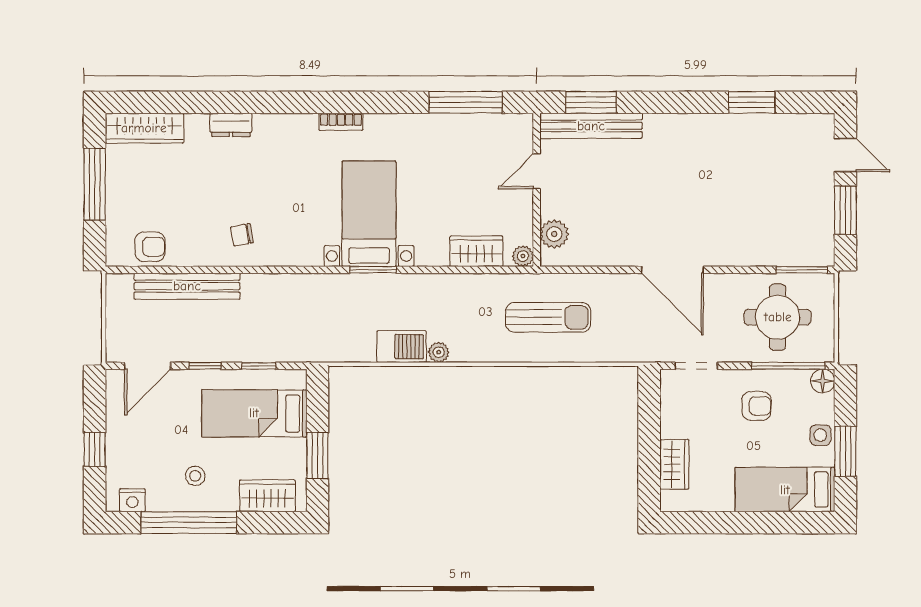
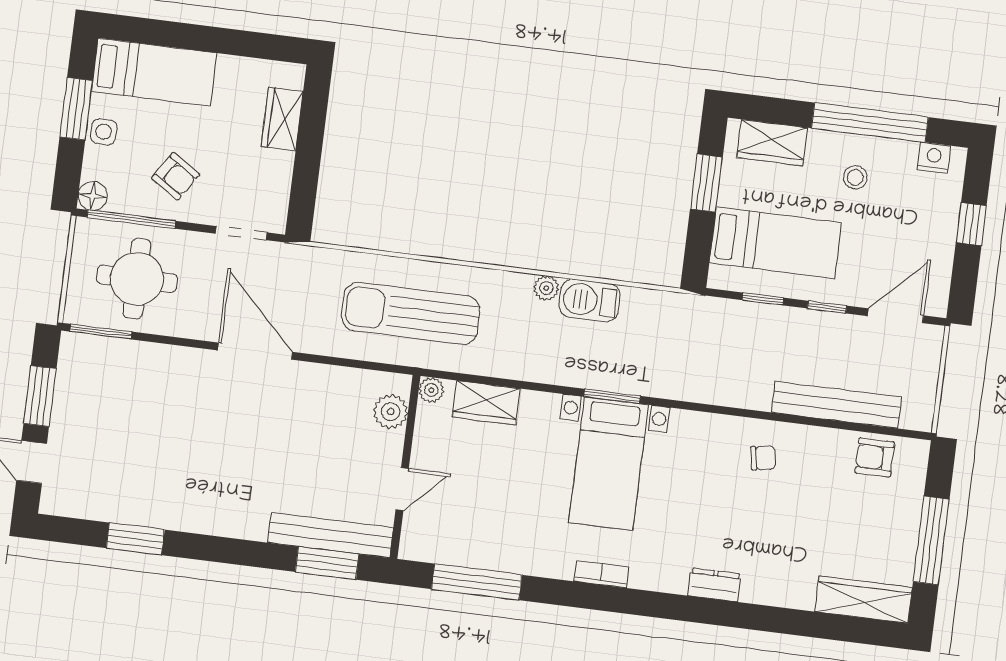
bookcase: (341, 122) -> (601, 574), moved
dresser: (231, 125) -> (714, 585), moved
sun lounger: (548, 317) -> (411, 313), width x1.36, depth x1.34
armchair: (756, 406) -> (175, 176), turned -147

